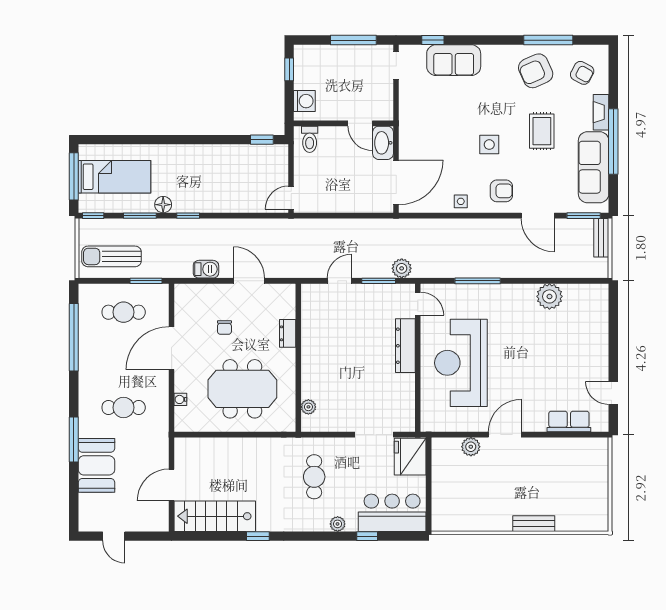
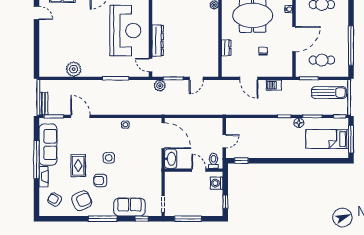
window: (548, 40) -> (103, 219), moved
door: (360, 123) -> (199, 170), moved
door: (396, 182) -> (163, 136), swing flipped
armchair: (501, 191) -> (100, 180), moved
door: (291, 198) -> (224, 141), moved

